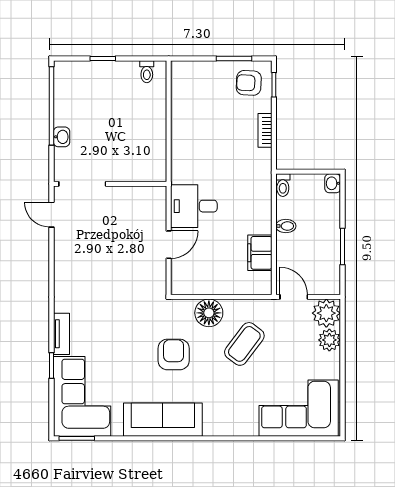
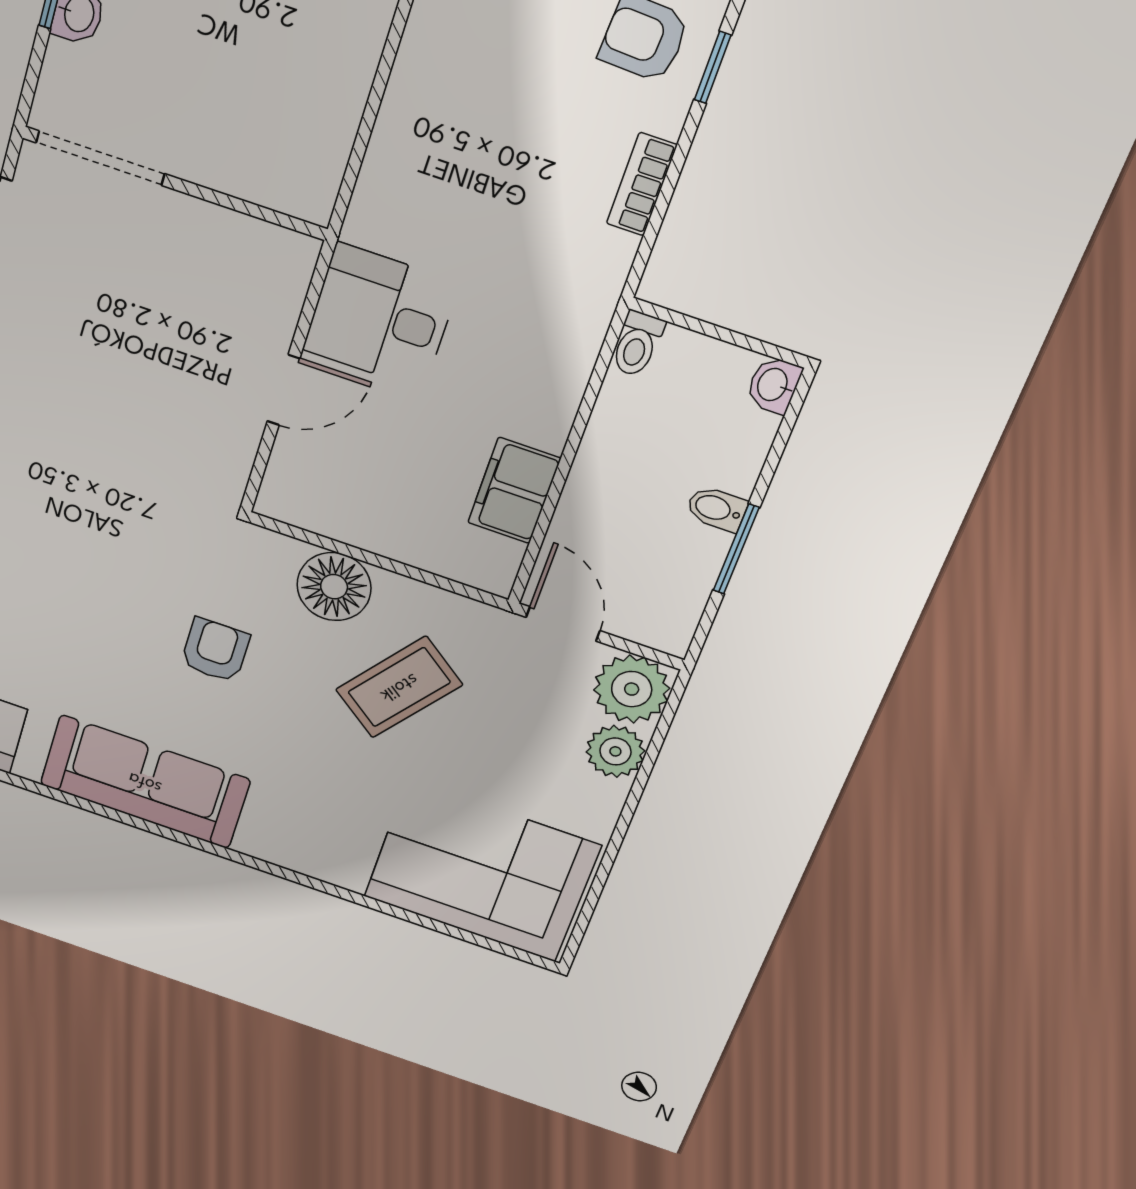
bidet: (286, 226) -> (717, 509), moved, turned 180
armchair: (174, 354) -> (215, 650), width x0.72, depth x0.72

